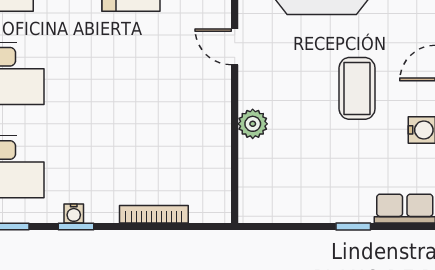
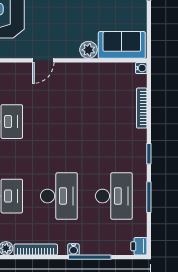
sofa: (261, 180) -> (122, 45), added
water cooler: (74, 213) -> (141, 68), moved

